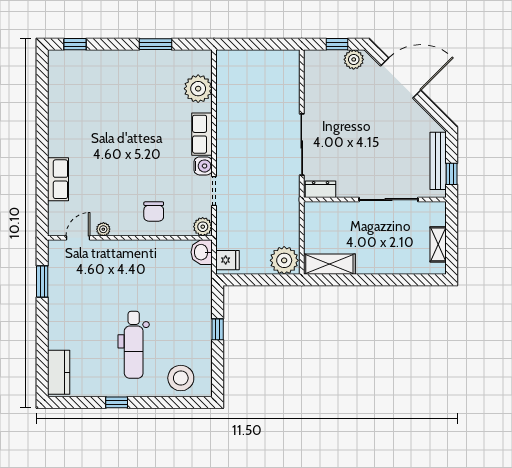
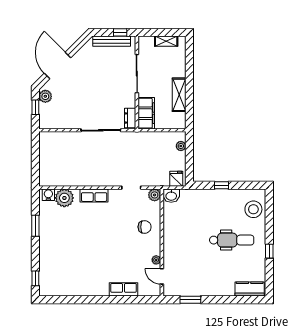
water cooler: (203, 166) -> (48, 195), moved
filing cabinet: (328, 214) -> (146, 113), added
plant: (284, 260) -> (181, 146), width x0.53, depth x0.53
shelving: (329, 264) -> (179, 95), moved

